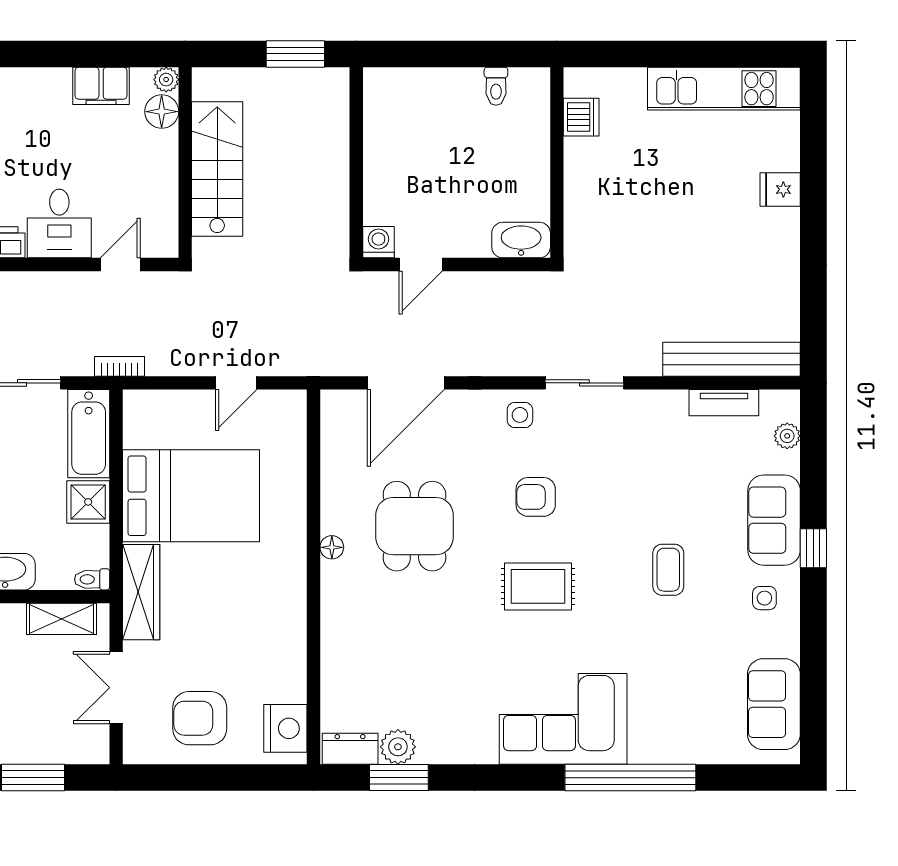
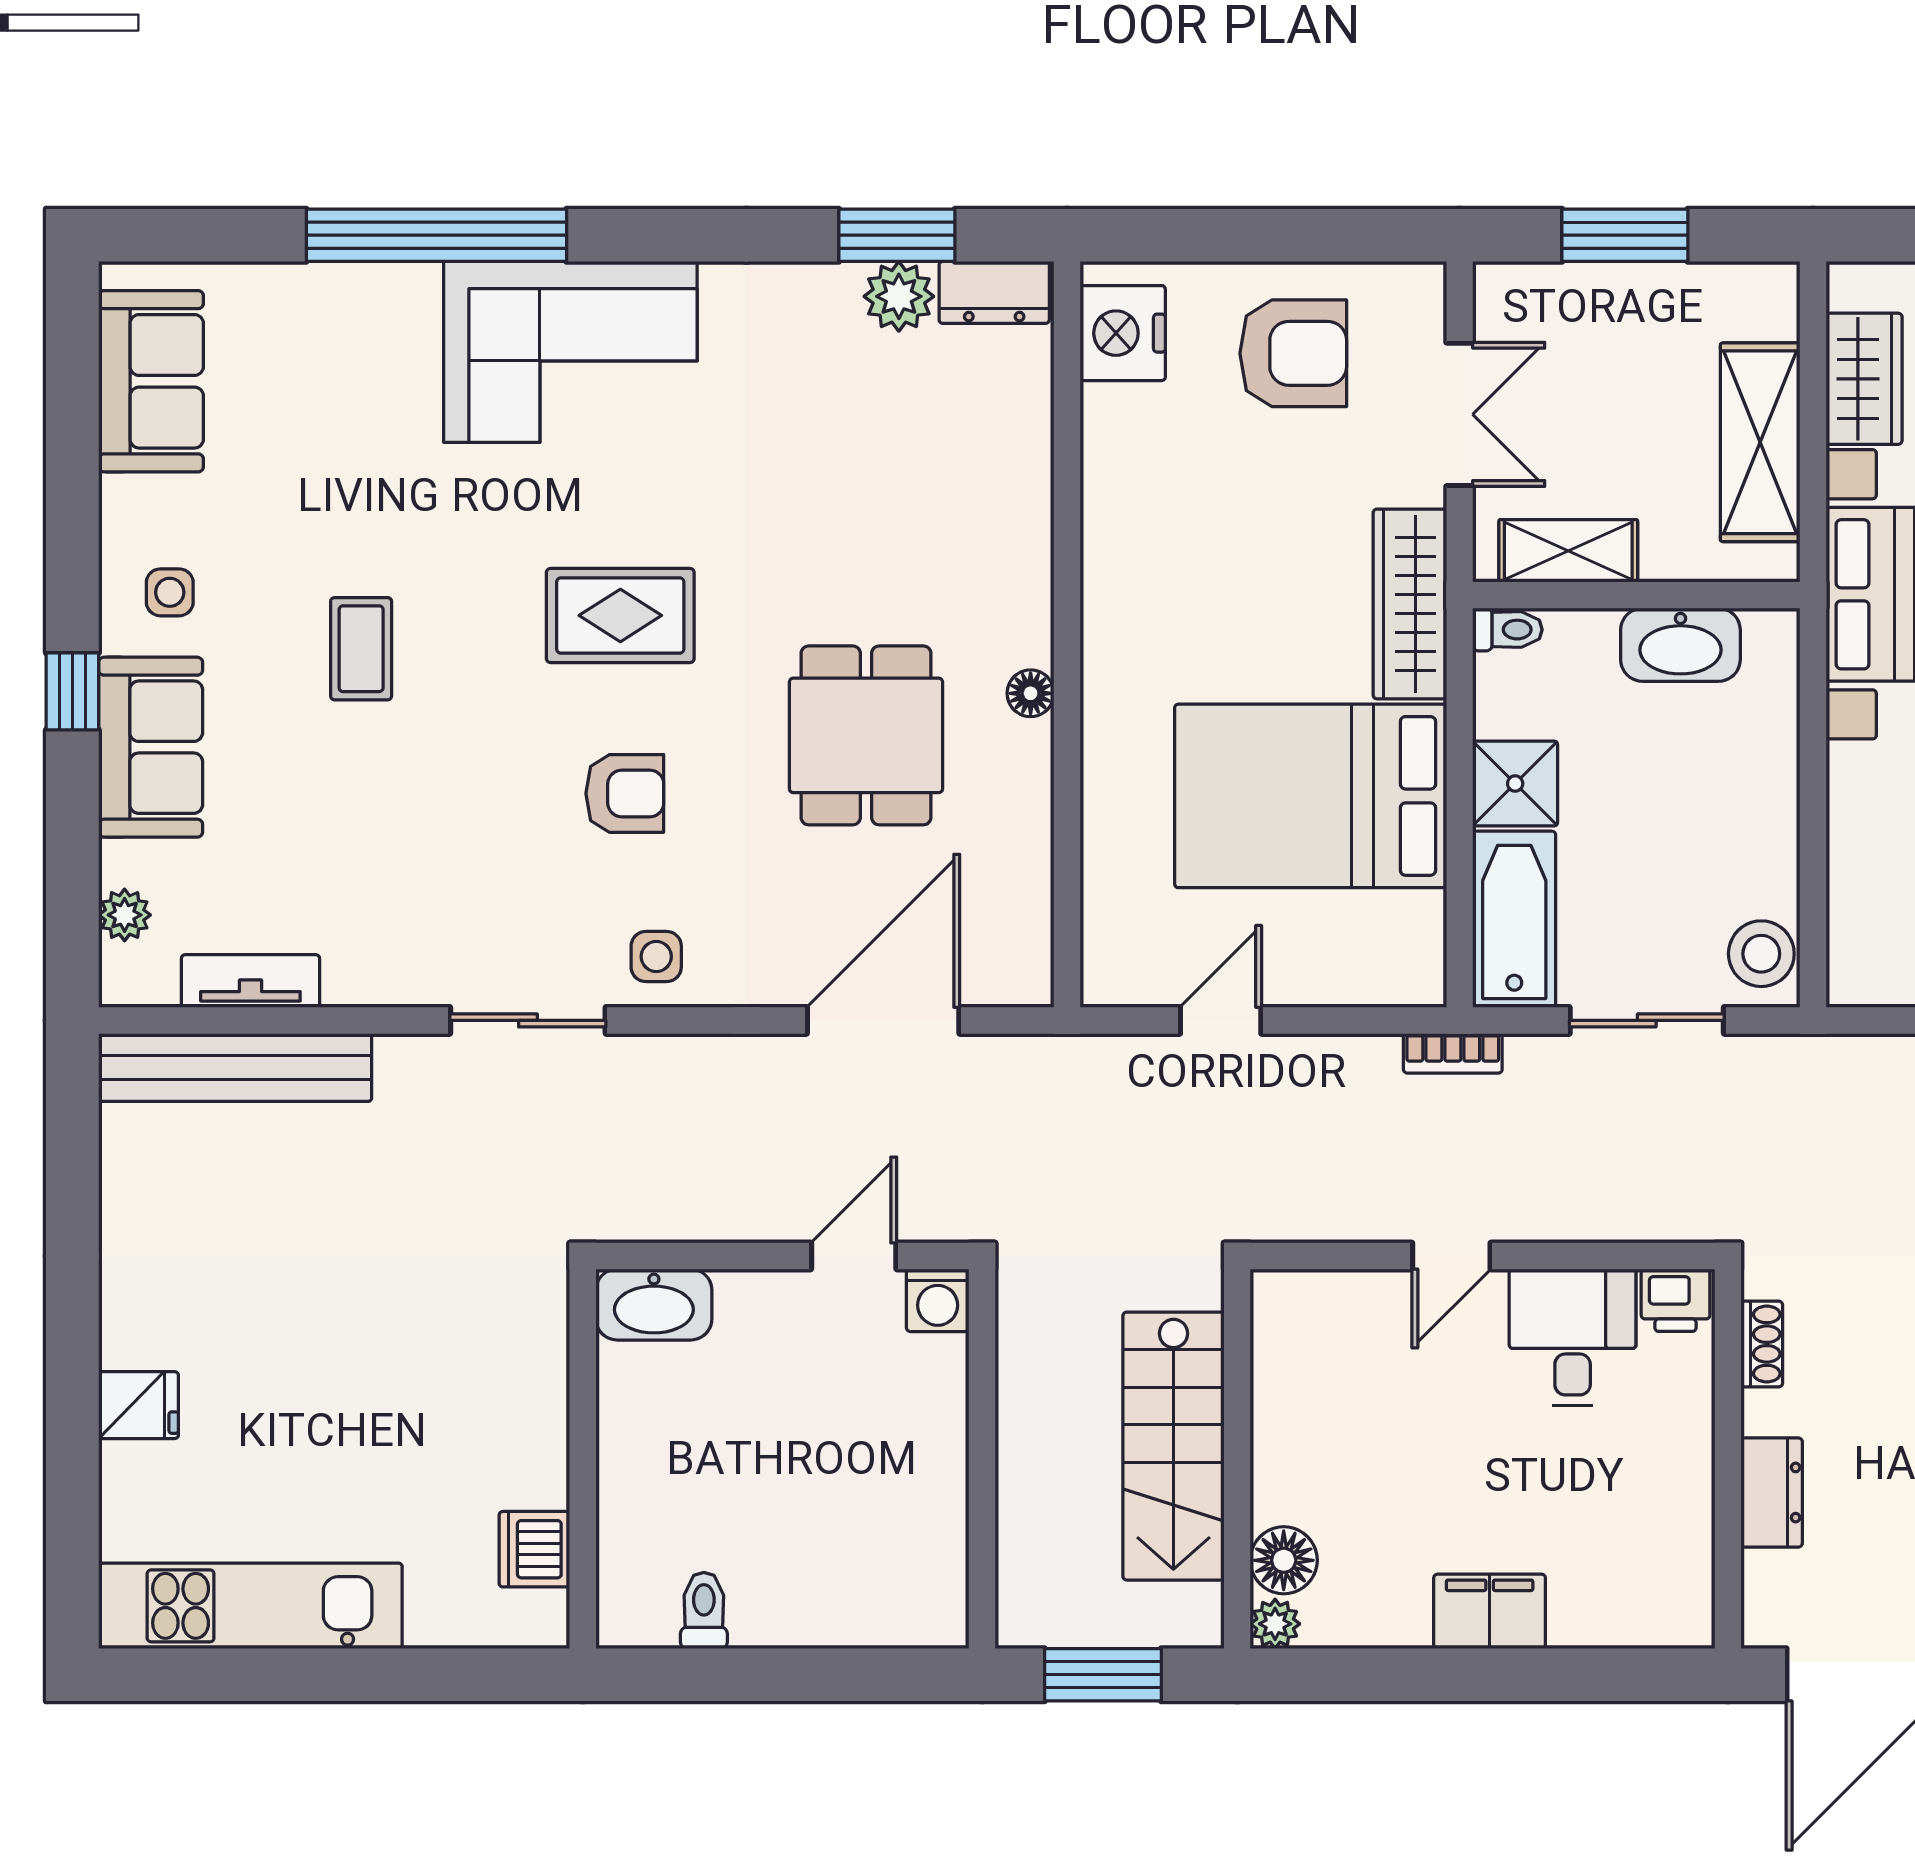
plant: (166, 80) -> (1275, 1624), moved
floor lamp: (162, 112) -> (1284, 1560), moved
wall: (185, 162) -> (1237, 1459), moved
stairs: (217, 169) -> (1173, 1446), moved

